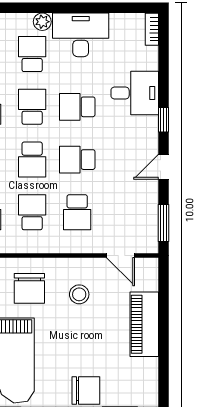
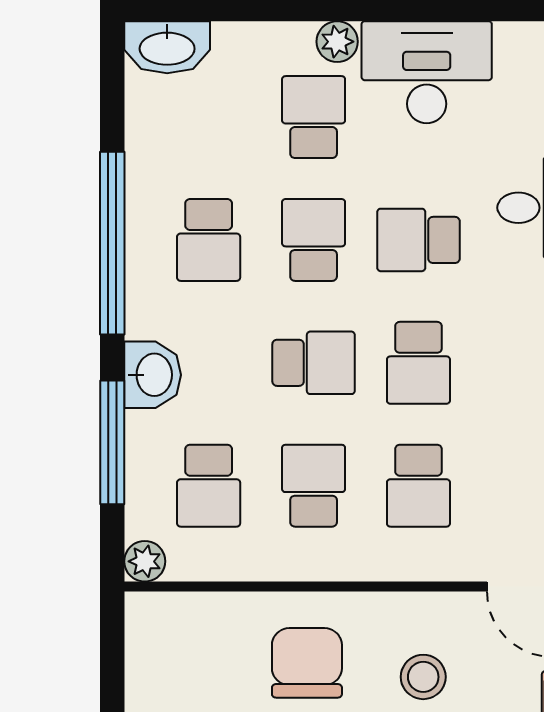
school desk: (32, 160) -> (314, 363), turned -90
school desk: (77, 160) -> (418, 363), turned -90
chair: (29, 288) -> (307, 663), turned 180

